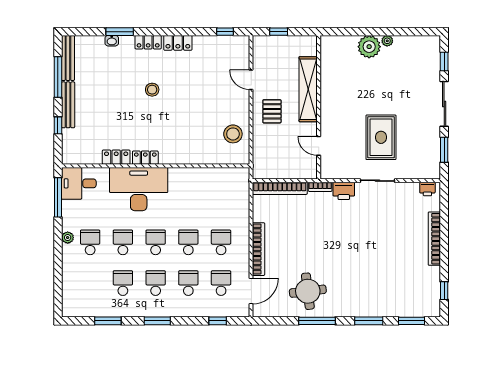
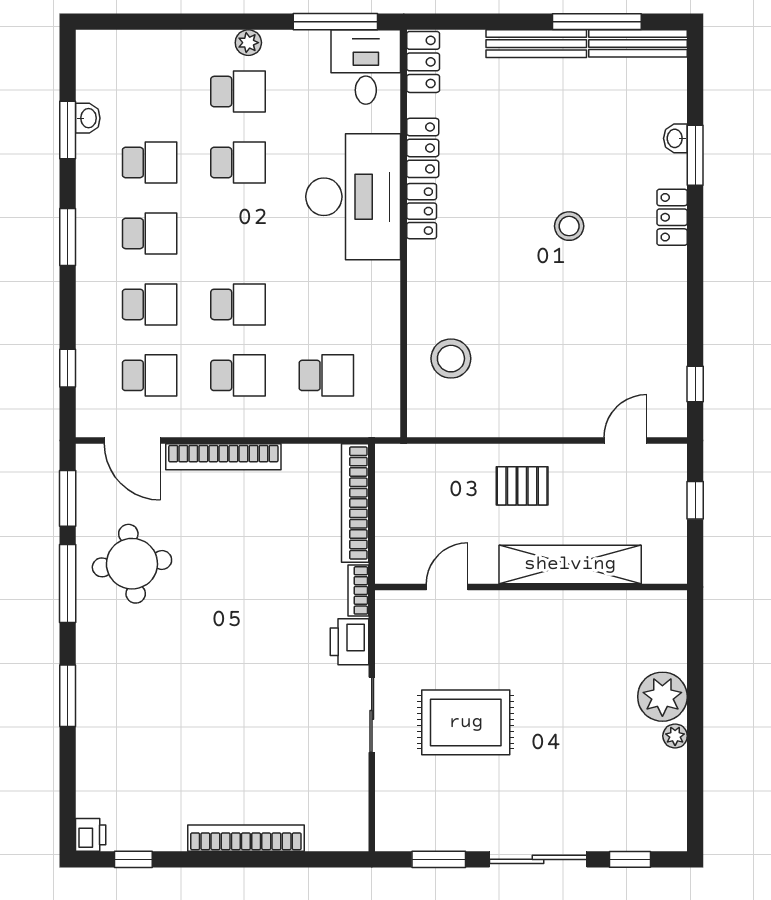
locker: (178, 43) -> (423, 62), moved, turned 180
door: (251, 80) -> (625, 441), moved
window: (58, 125) -> (492, 22), removed
stool: (233, 134) -> (451, 359), moved
printer: (427, 189) -> (91, 835), moved, turned 180
school desk: (156, 242) -> (326, 375), moved
washbasin: (102, 312) -> (88, 118), added
window: (412, 321) -> (68, 498), moved

